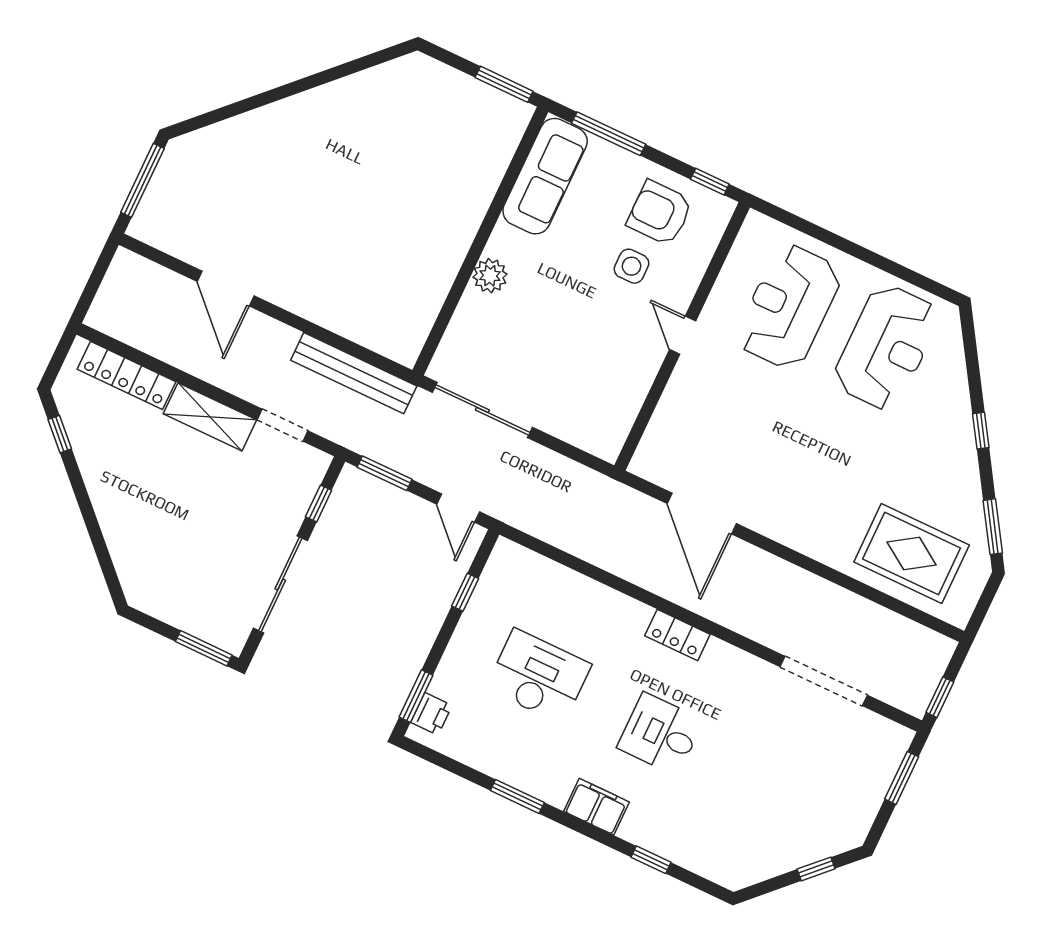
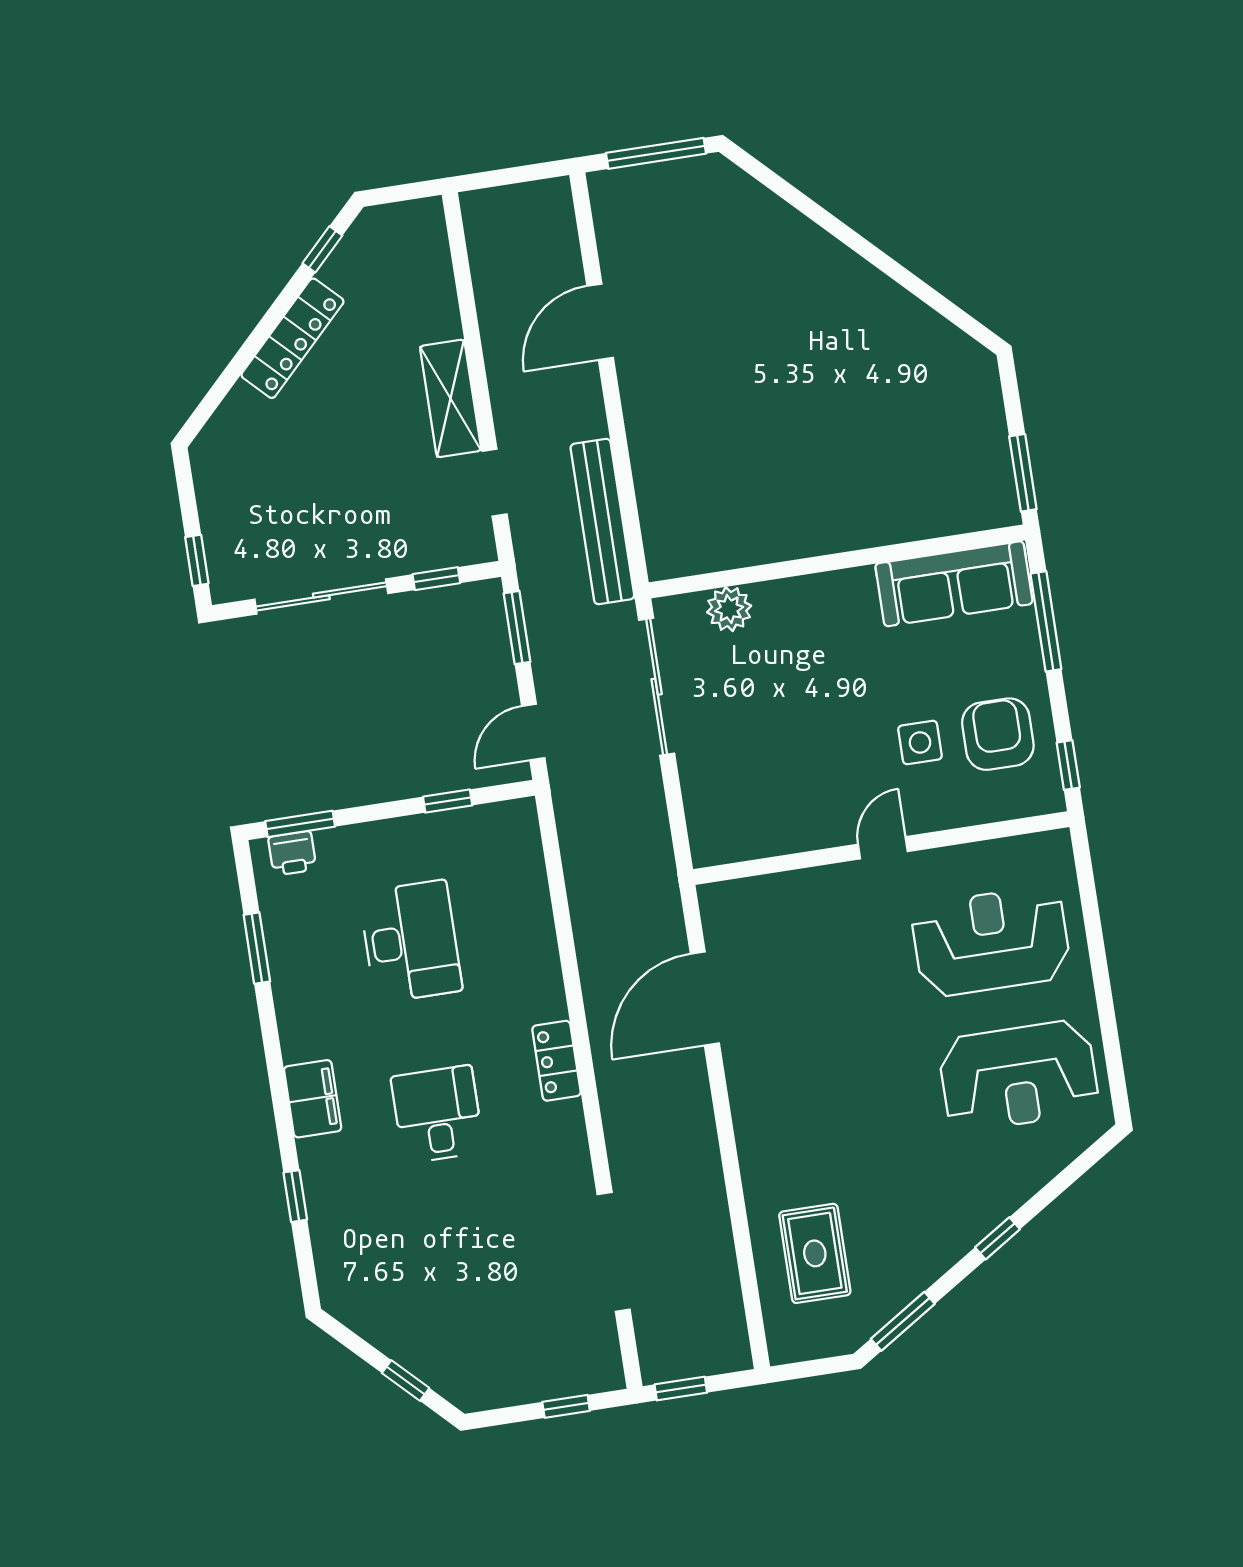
plant: (490, 276) -> (729, 609), moved
locker: (127, 375) -> (293, 338), moved, turned -135
rug: (912, 554) -> (815, 1253), width x0.73, depth x0.70
window: (204, 648) -> (197, 560), width x0.67
window: (902, 778) -> (566, 1406), width x0.67
window: (517, 797) -> (257, 948), moved

